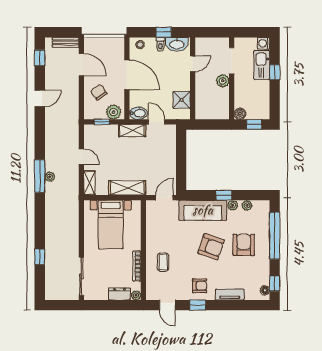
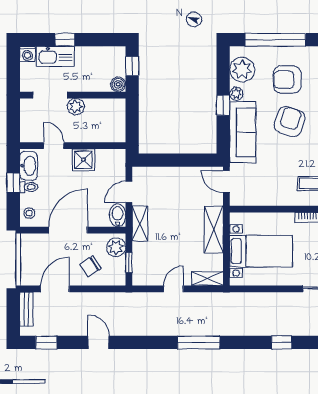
shower: (182, 100) -> (83, 160), moved
plant: (50, 177) -> (199, 330), removed
plant: (247, 205) -> (242, 70), width x1.87, depth x1.87
window: (40, 257) -> (282, 342), moved

